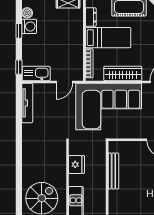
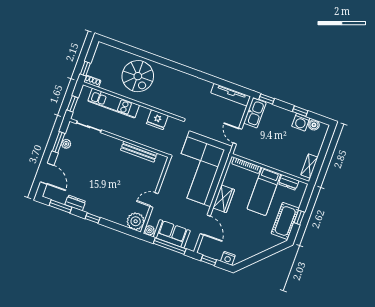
wardrobe: (123, 73) -> (224, 199), width x0.67

